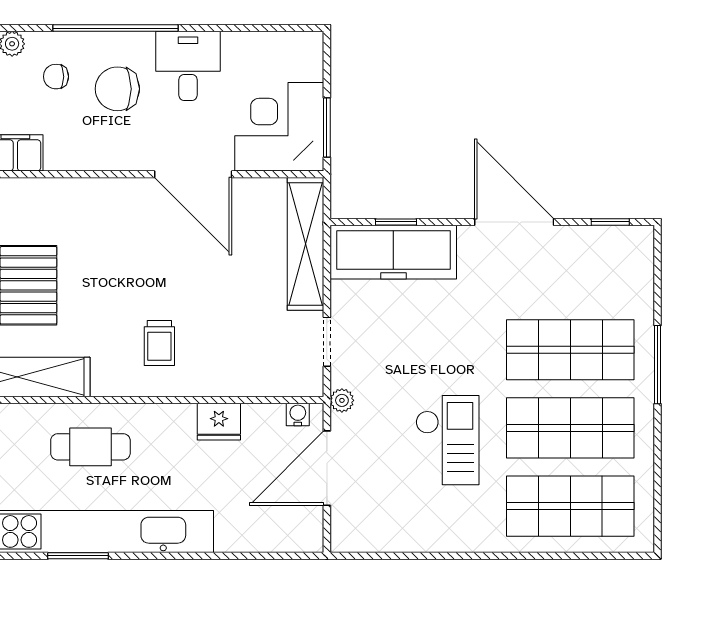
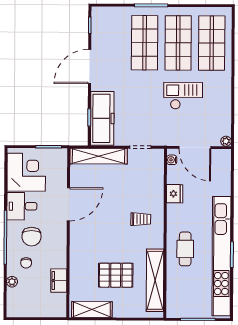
corner desk: (279, 127) -> (26, 172), moved, turned 180
plant: (342, 400) -> (226, 141), moved

